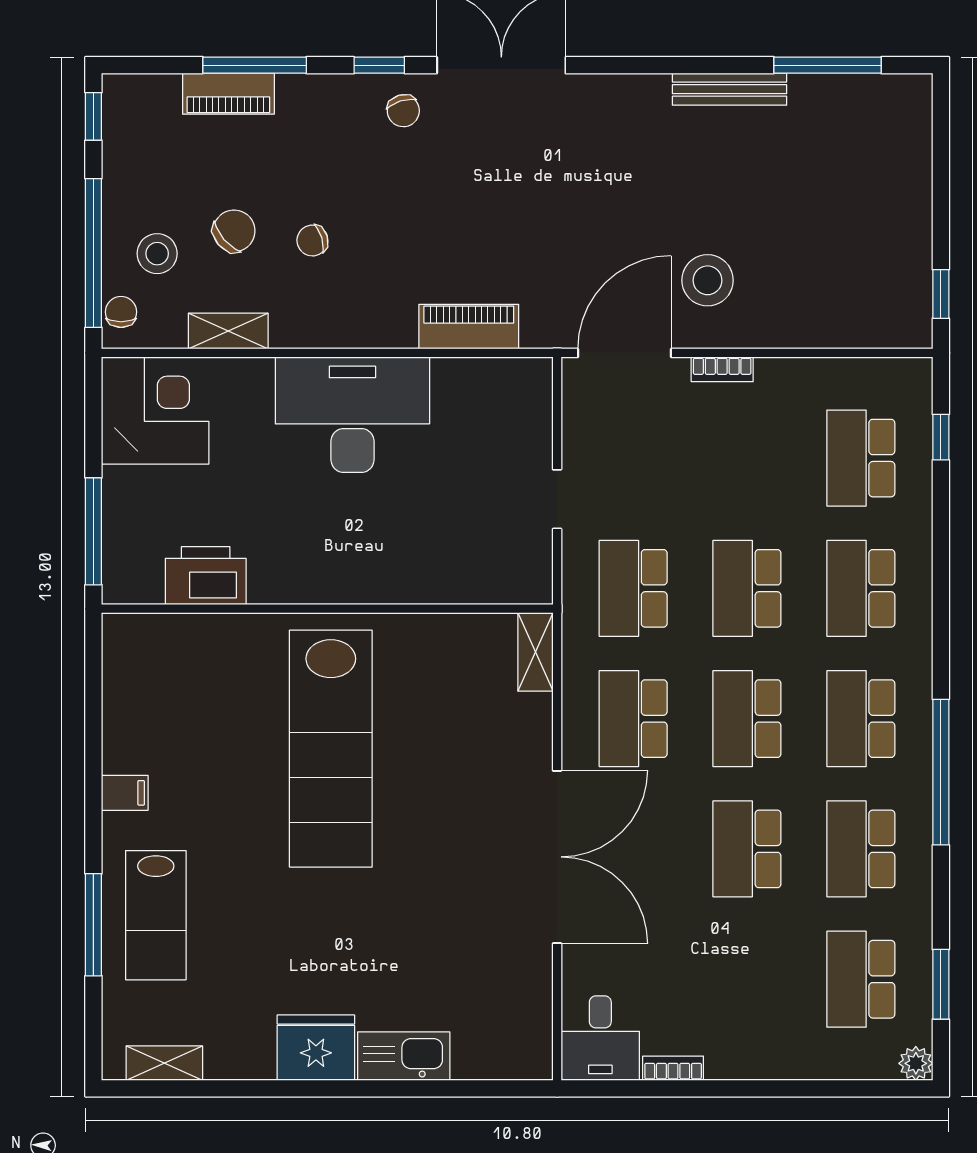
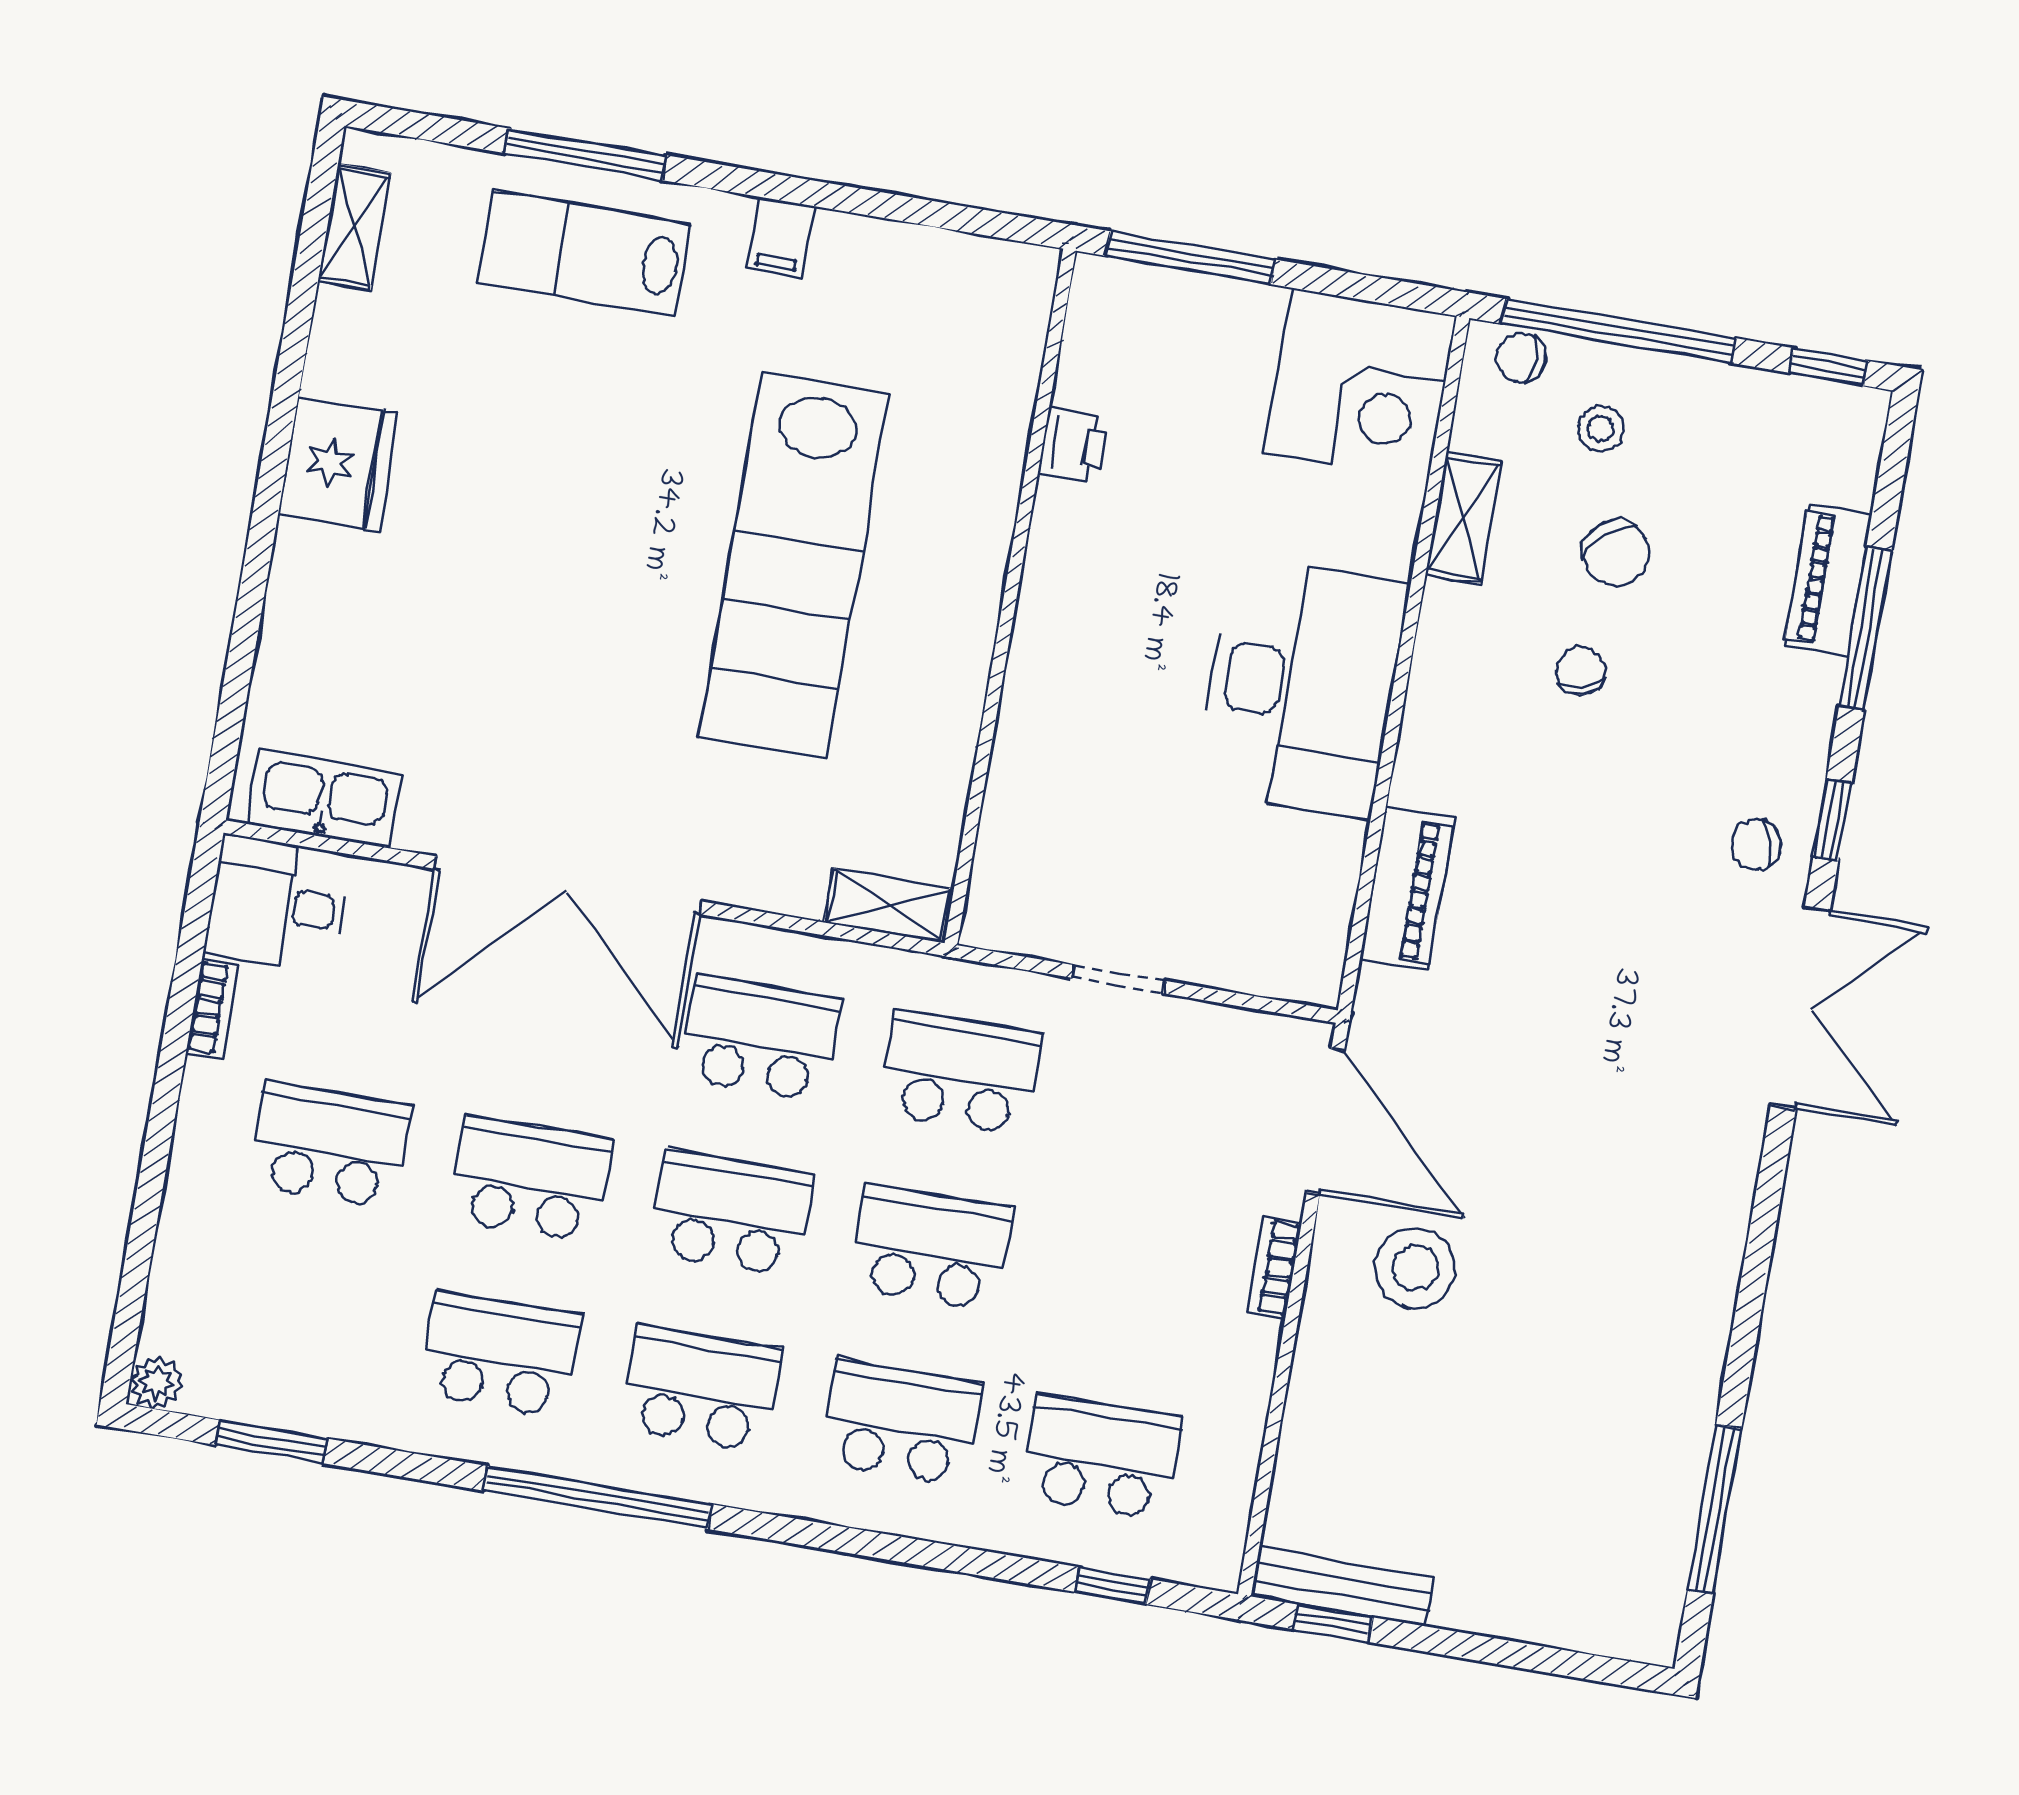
bench: (729, 89) -> (1343, 1587), moved, turned 90
stool: (157, 254) -> (1601, 429), width x0.73, depth x0.73
chair: (121, 312) -> (1521, 358), turned 180
printer: (206, 576) -> (1074, 445), width x0.53, depth x0.68
lab bench: (331, 749) -> (794, 566), turned -90
school desk: (861, 979) -> (330, 1145), moved
kitchen sink: (404, 1056) -> (325, 799), moved, turned -90

